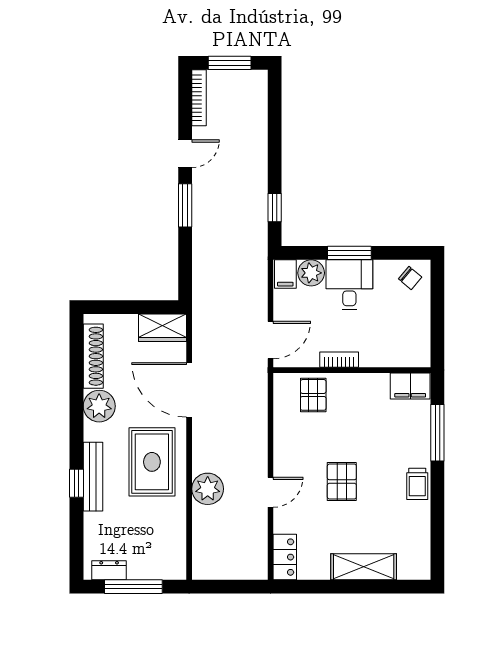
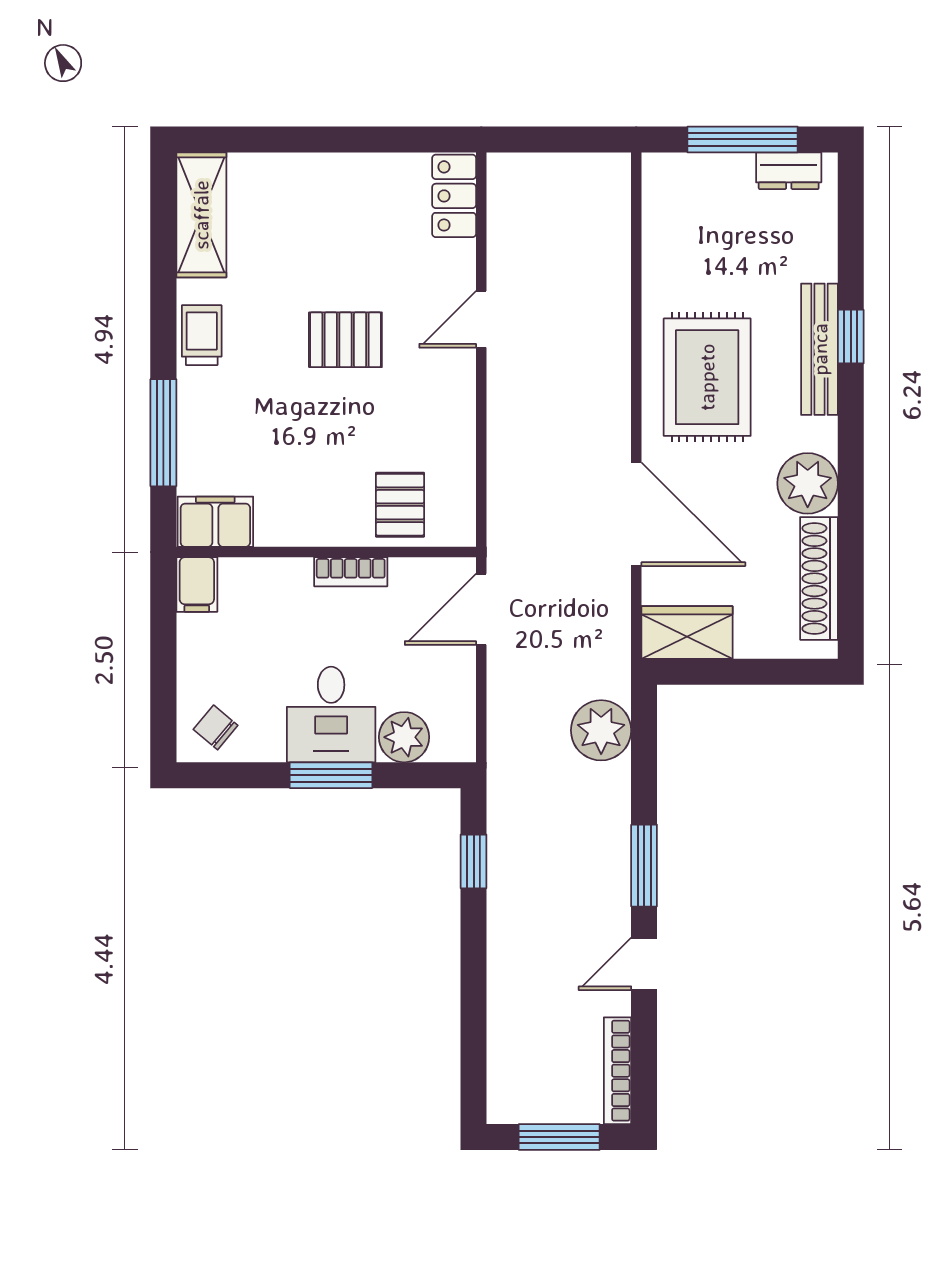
filing cabinet: (285, 274) -> (197, 585), moved, turned 180
pallet: (342, 482) -> (345, 340), turned 90
plant: (208, 489) -> (601, 730), moved
shelving: (364, 567) -> (201, 215), moved, turned 90

